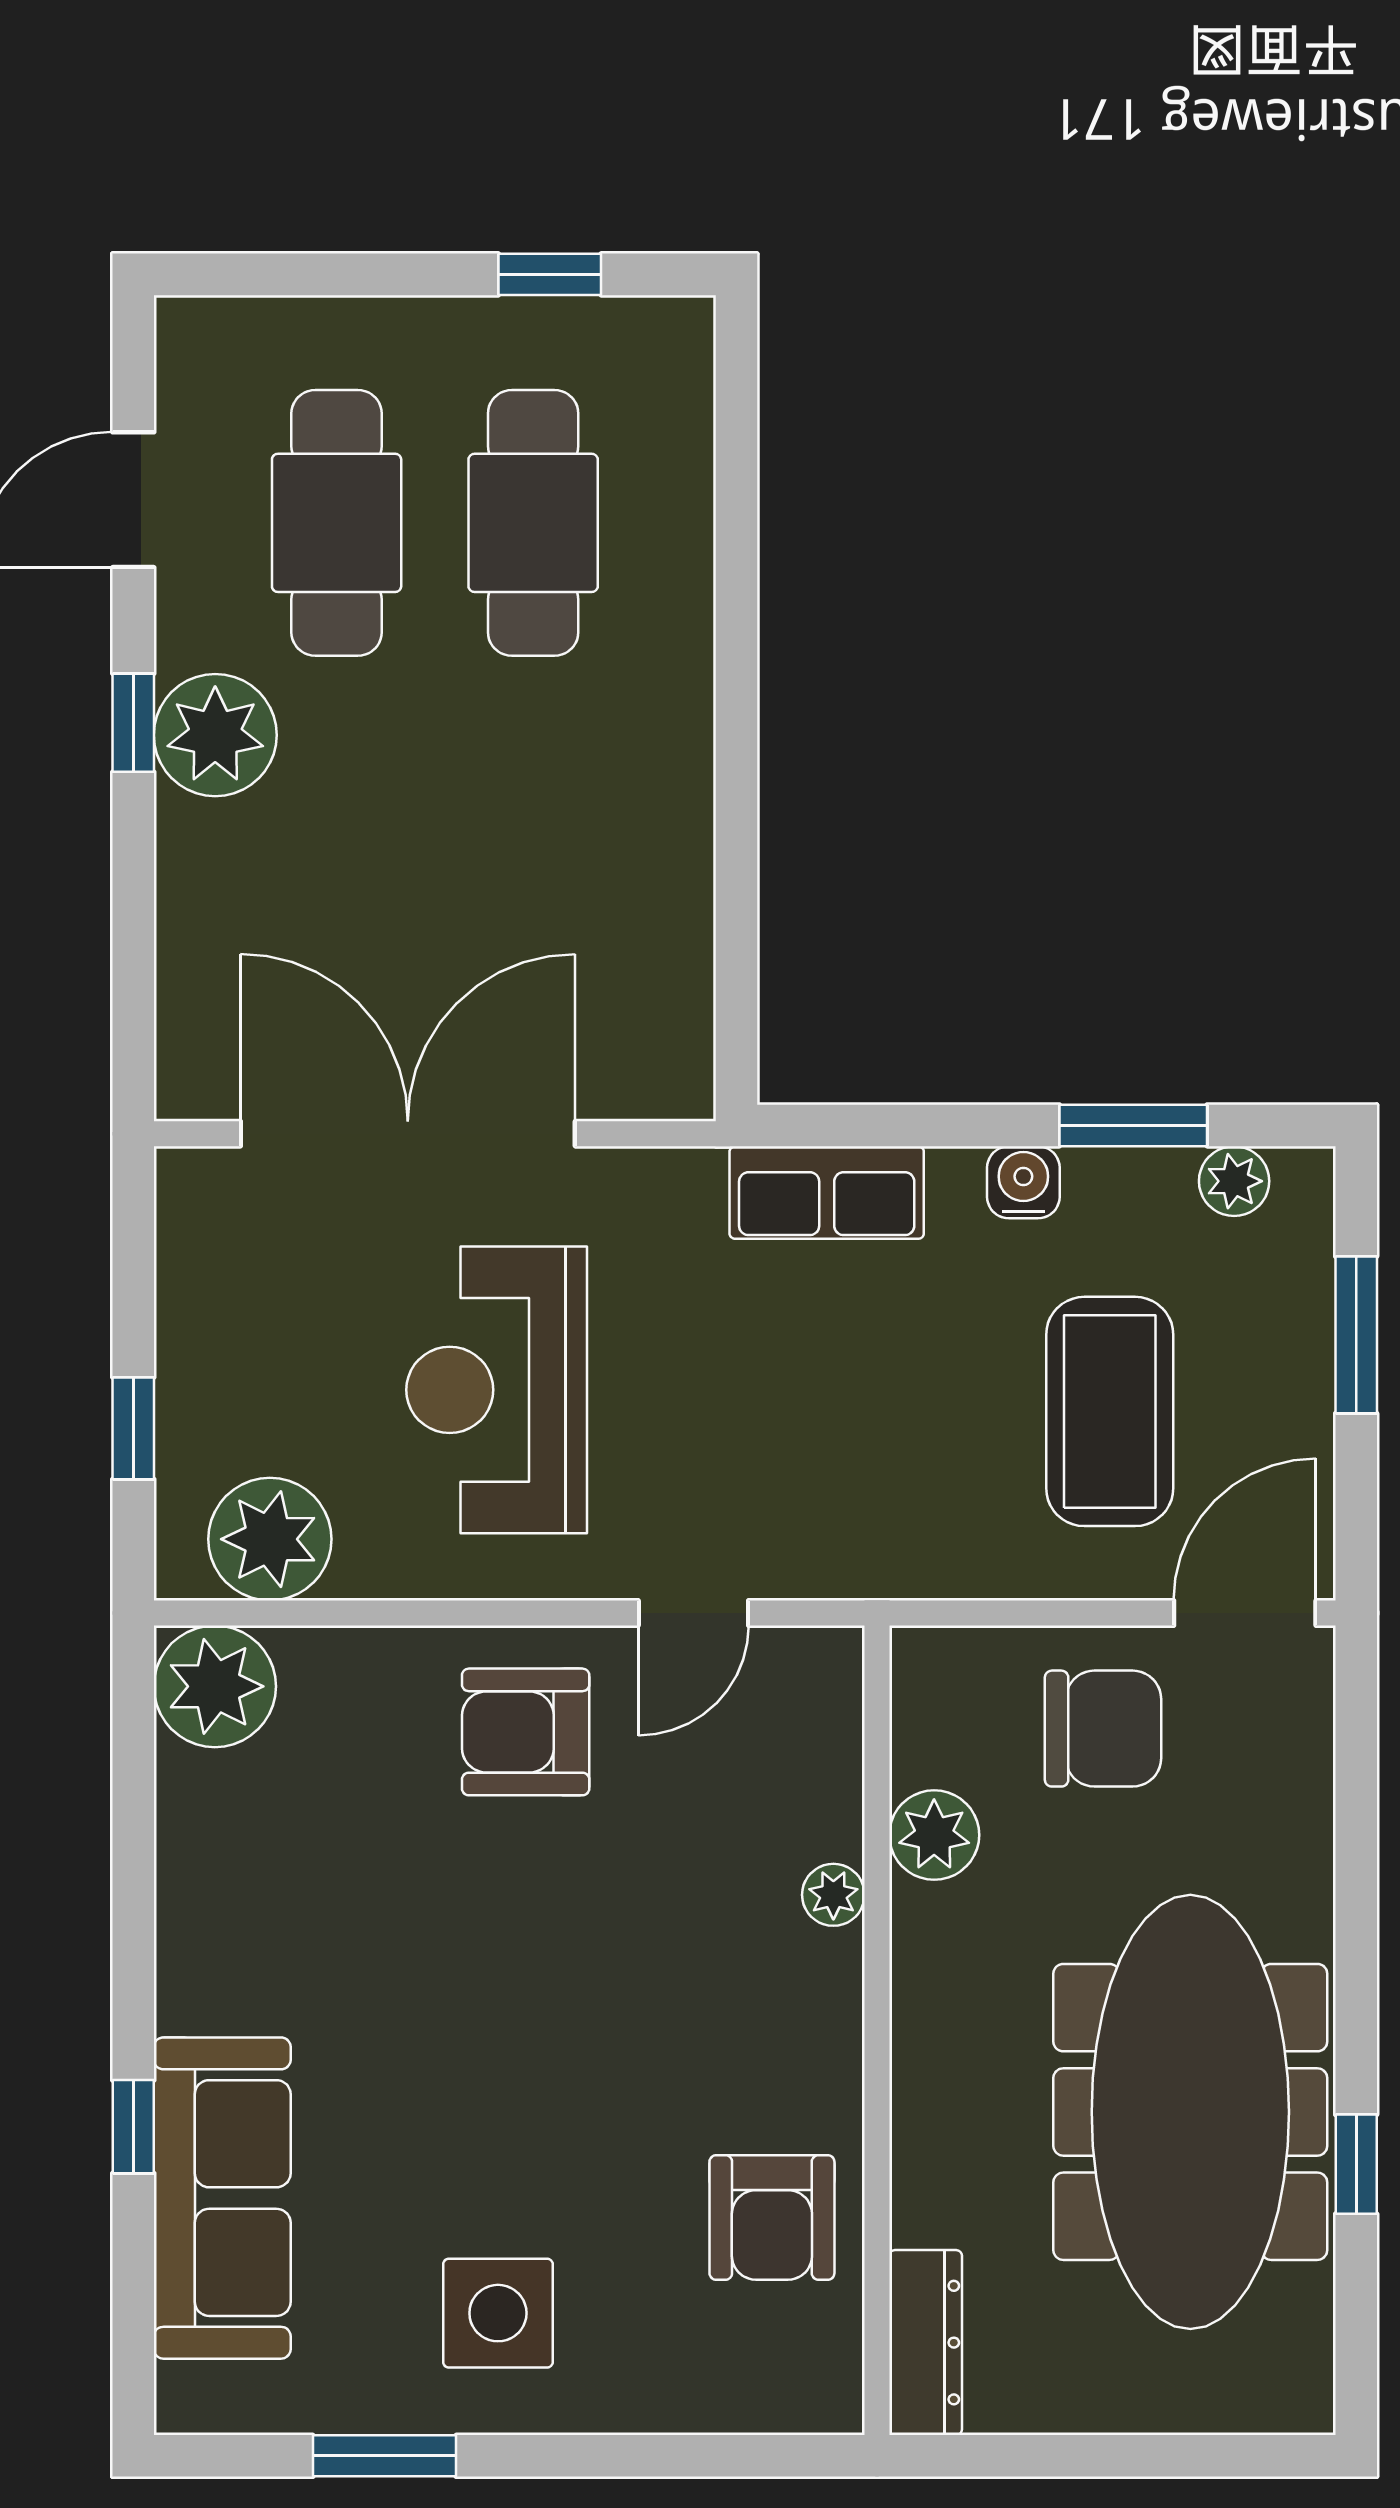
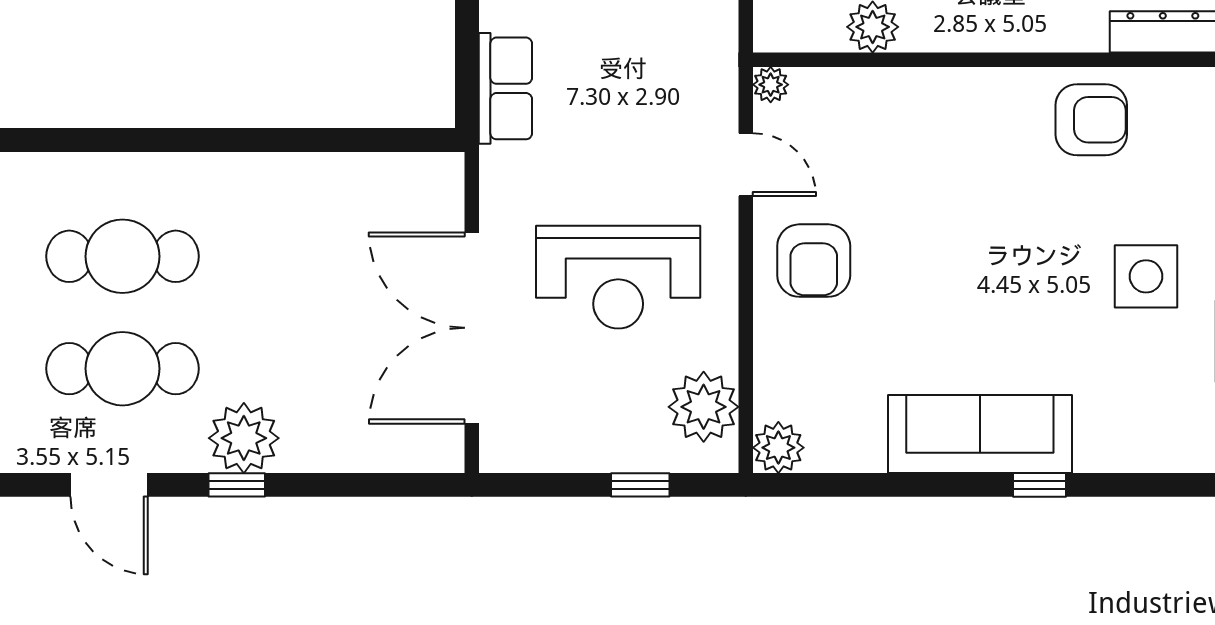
plant: (215, 1686) -> (778, 448), width x0.73, depth x0.73
plant: (833, 1895) -> (771, 85), moved
sofa: (222, 2198) -> (980, 434), moved

